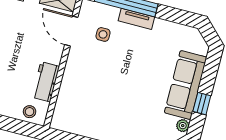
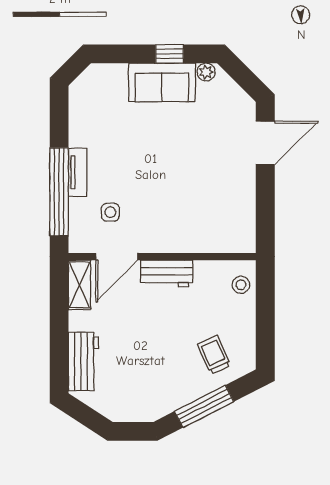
workbench: (46, 82) -> (167, 273), moved
sofa: (186, 85) -> (162, 82), width x0.73

